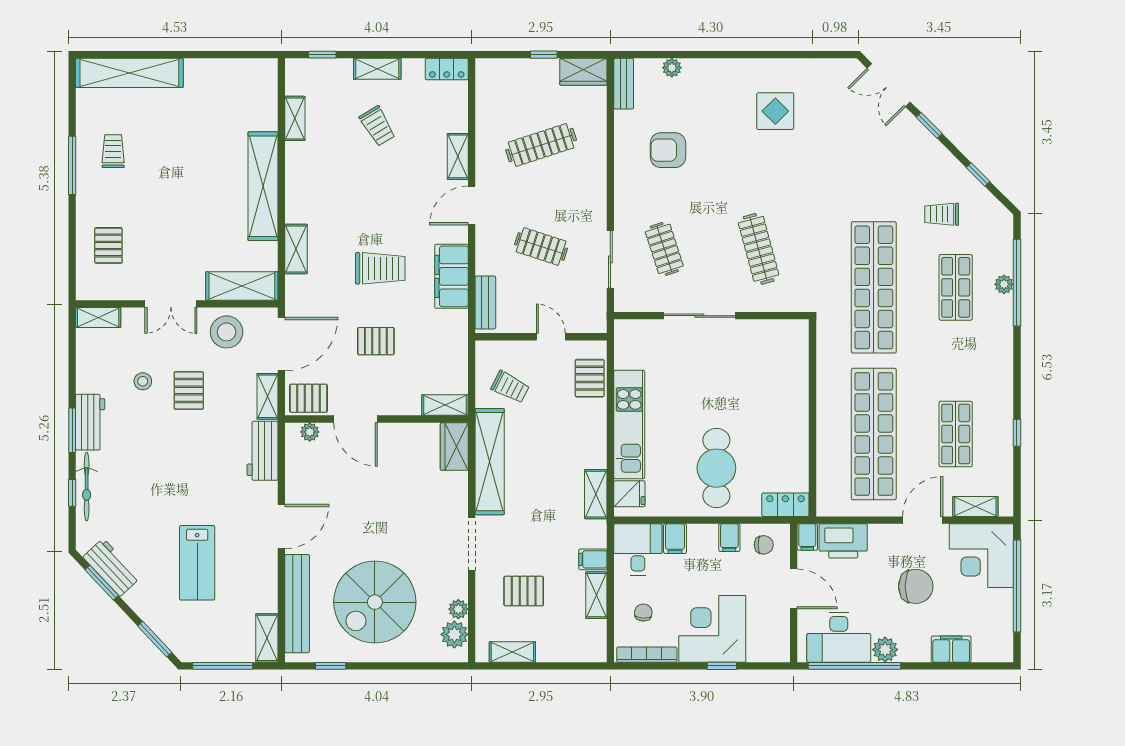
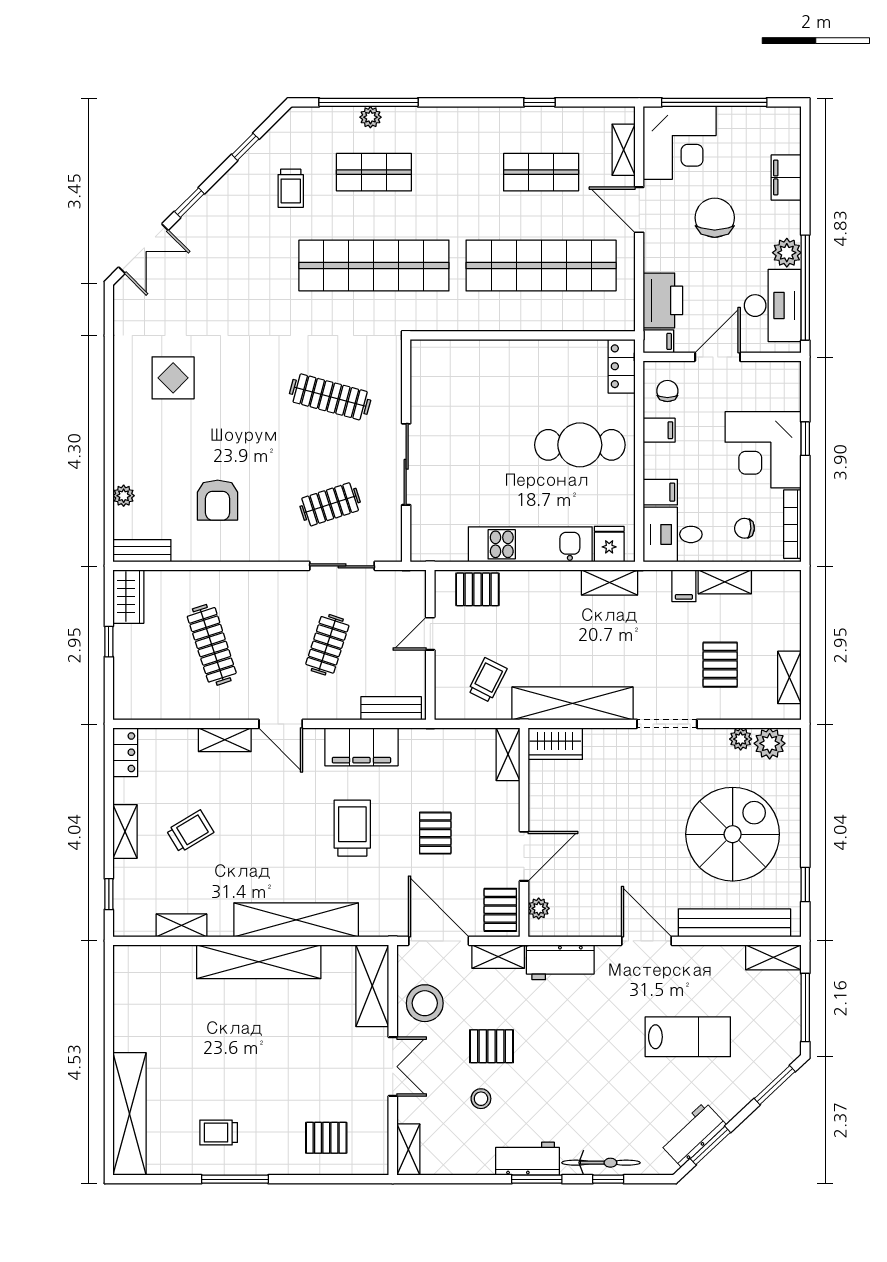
shelving: (296, 249) -> (296, 920), width x2.20, depth x1.33
clothes rail: (759, 249) -> (330, 397), turned 30
spiral stairs: (375, 602) -> (733, 834), turned -90

